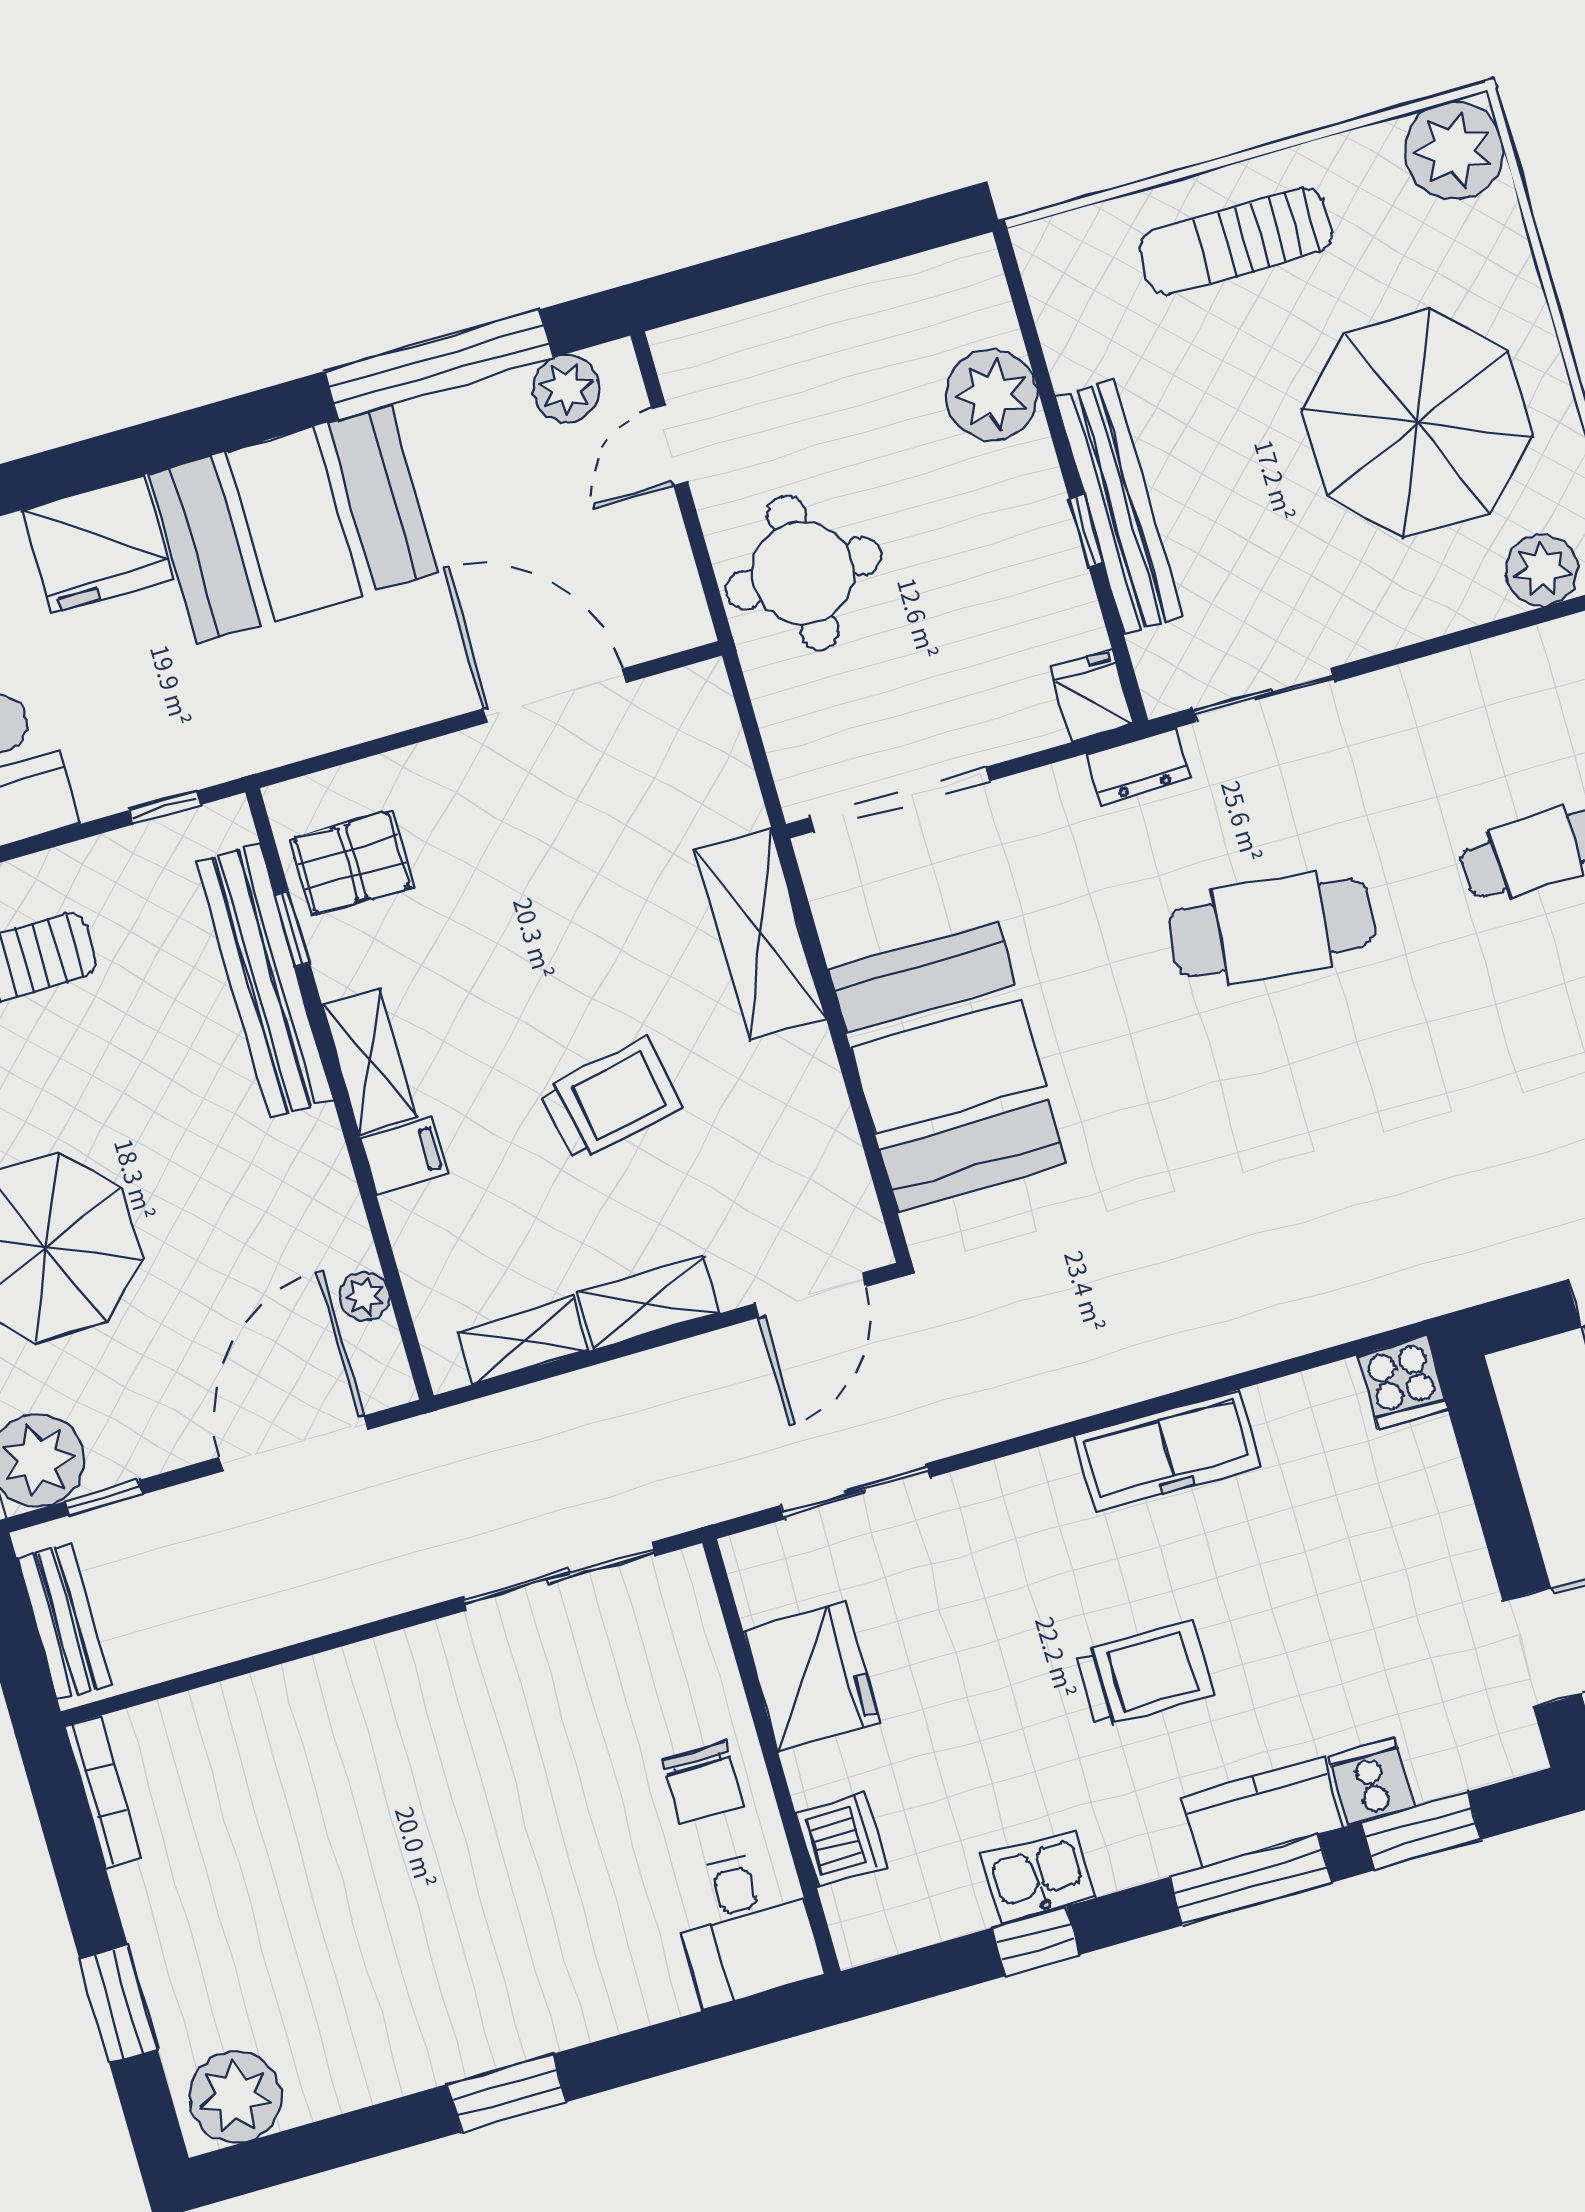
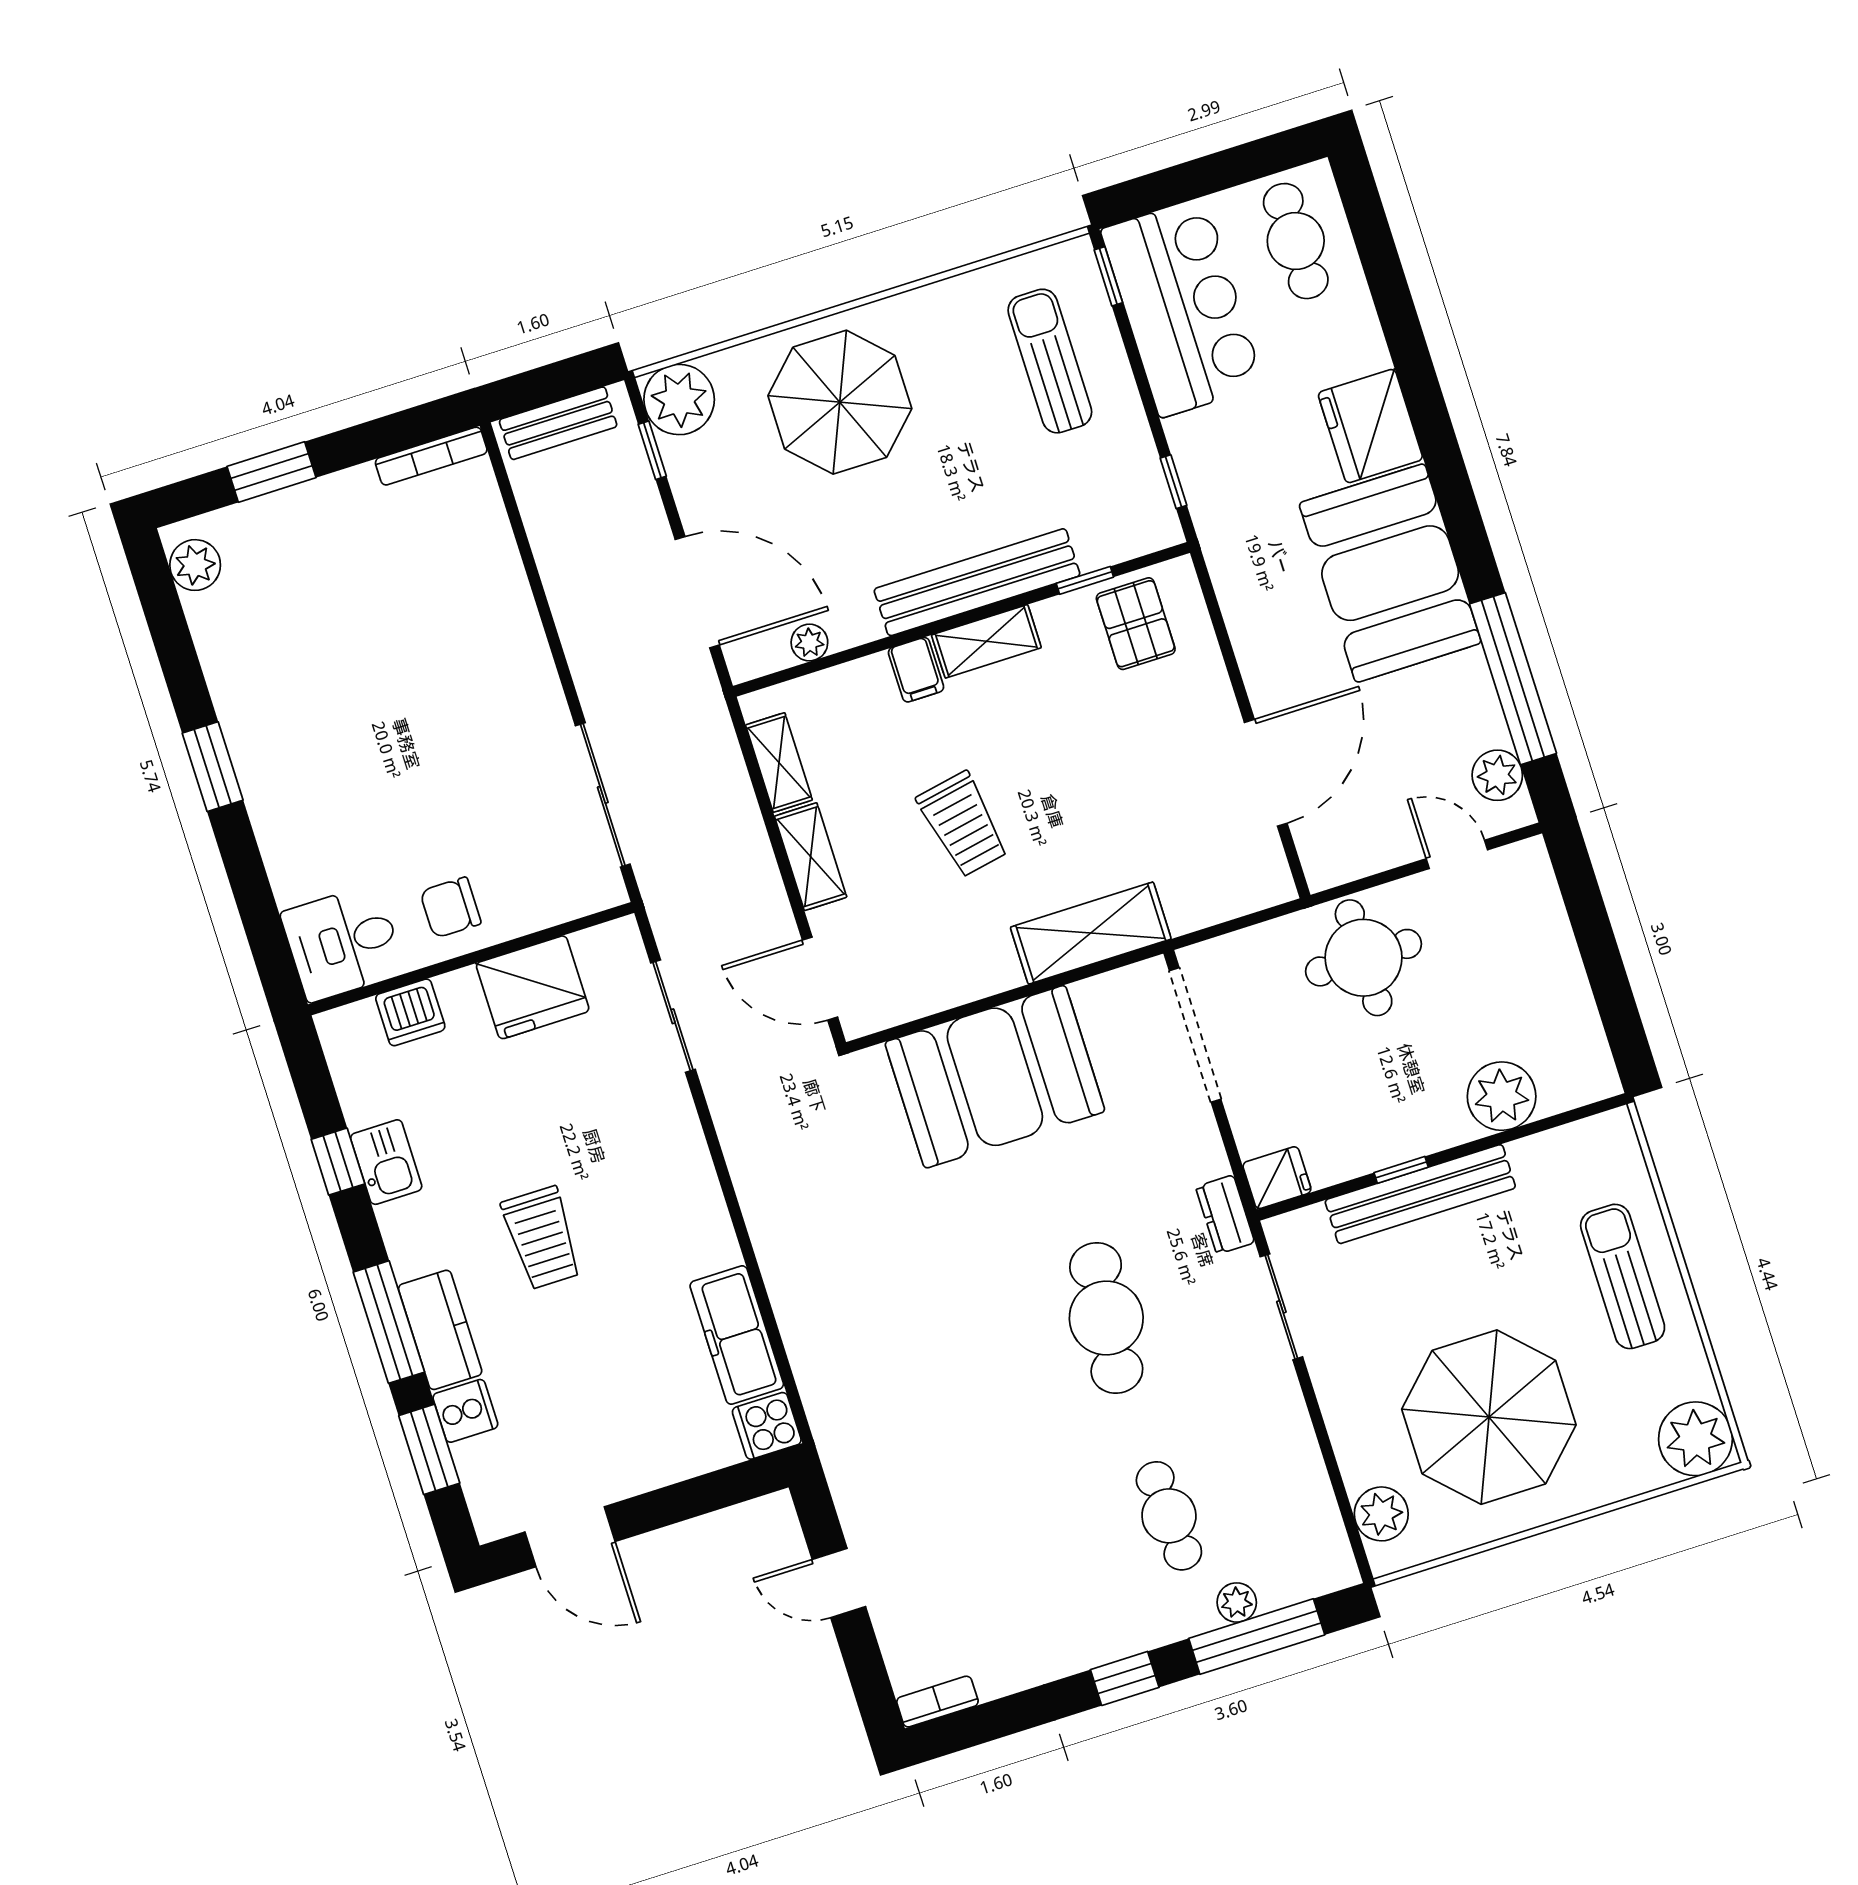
bench: (265, 981) -> (977, 582), moved
freezer: (1168, 1451) -> (737, 1335), moved
plant: (236, 2097) -> (195, 565), width x0.73, depth x0.73

